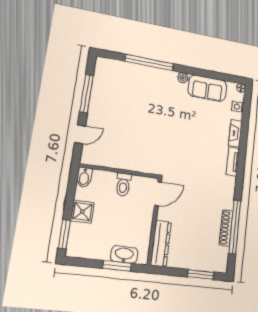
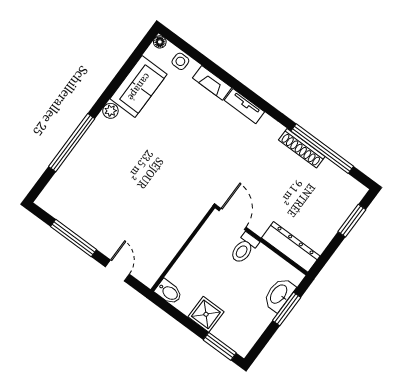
toilet: (123, 185) -> (244, 248), moved, turned 90
shoe rack: (226, 228) -> (302, 148), moved

